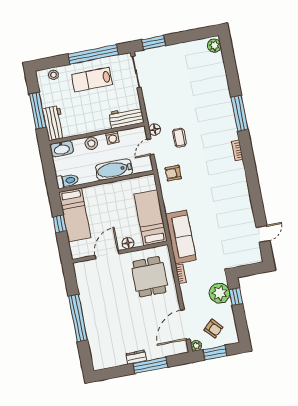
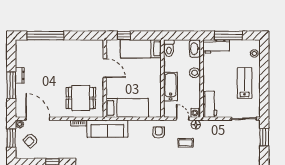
window: (93, 54) -> (264, 88), removed
washing machine: (112, 138) -> (196, 113), moved
window: (60, 224) -> (124, 36), moved
floor lamp: (128, 243) -> (111, 86), removed
plant: (220, 293) -> (57, 151), removed
window: (78, 318) -> (45, 36), moved

